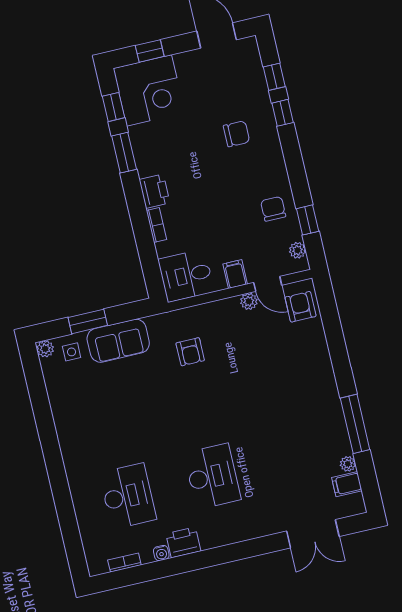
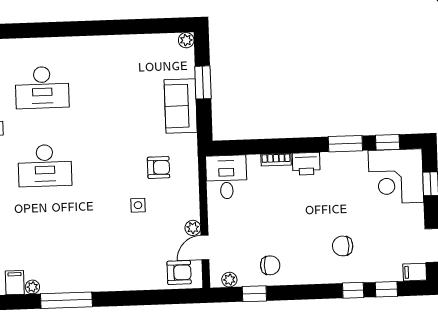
chair: (236, 134) -> (343, 246), turned 90
filing cabinet: (235, 274) -> (415, 272), moved, turned 180
side table: (72, 352) -> (138, 205), moved
armchair: (190, 352) -> (159, 168), turned 180

